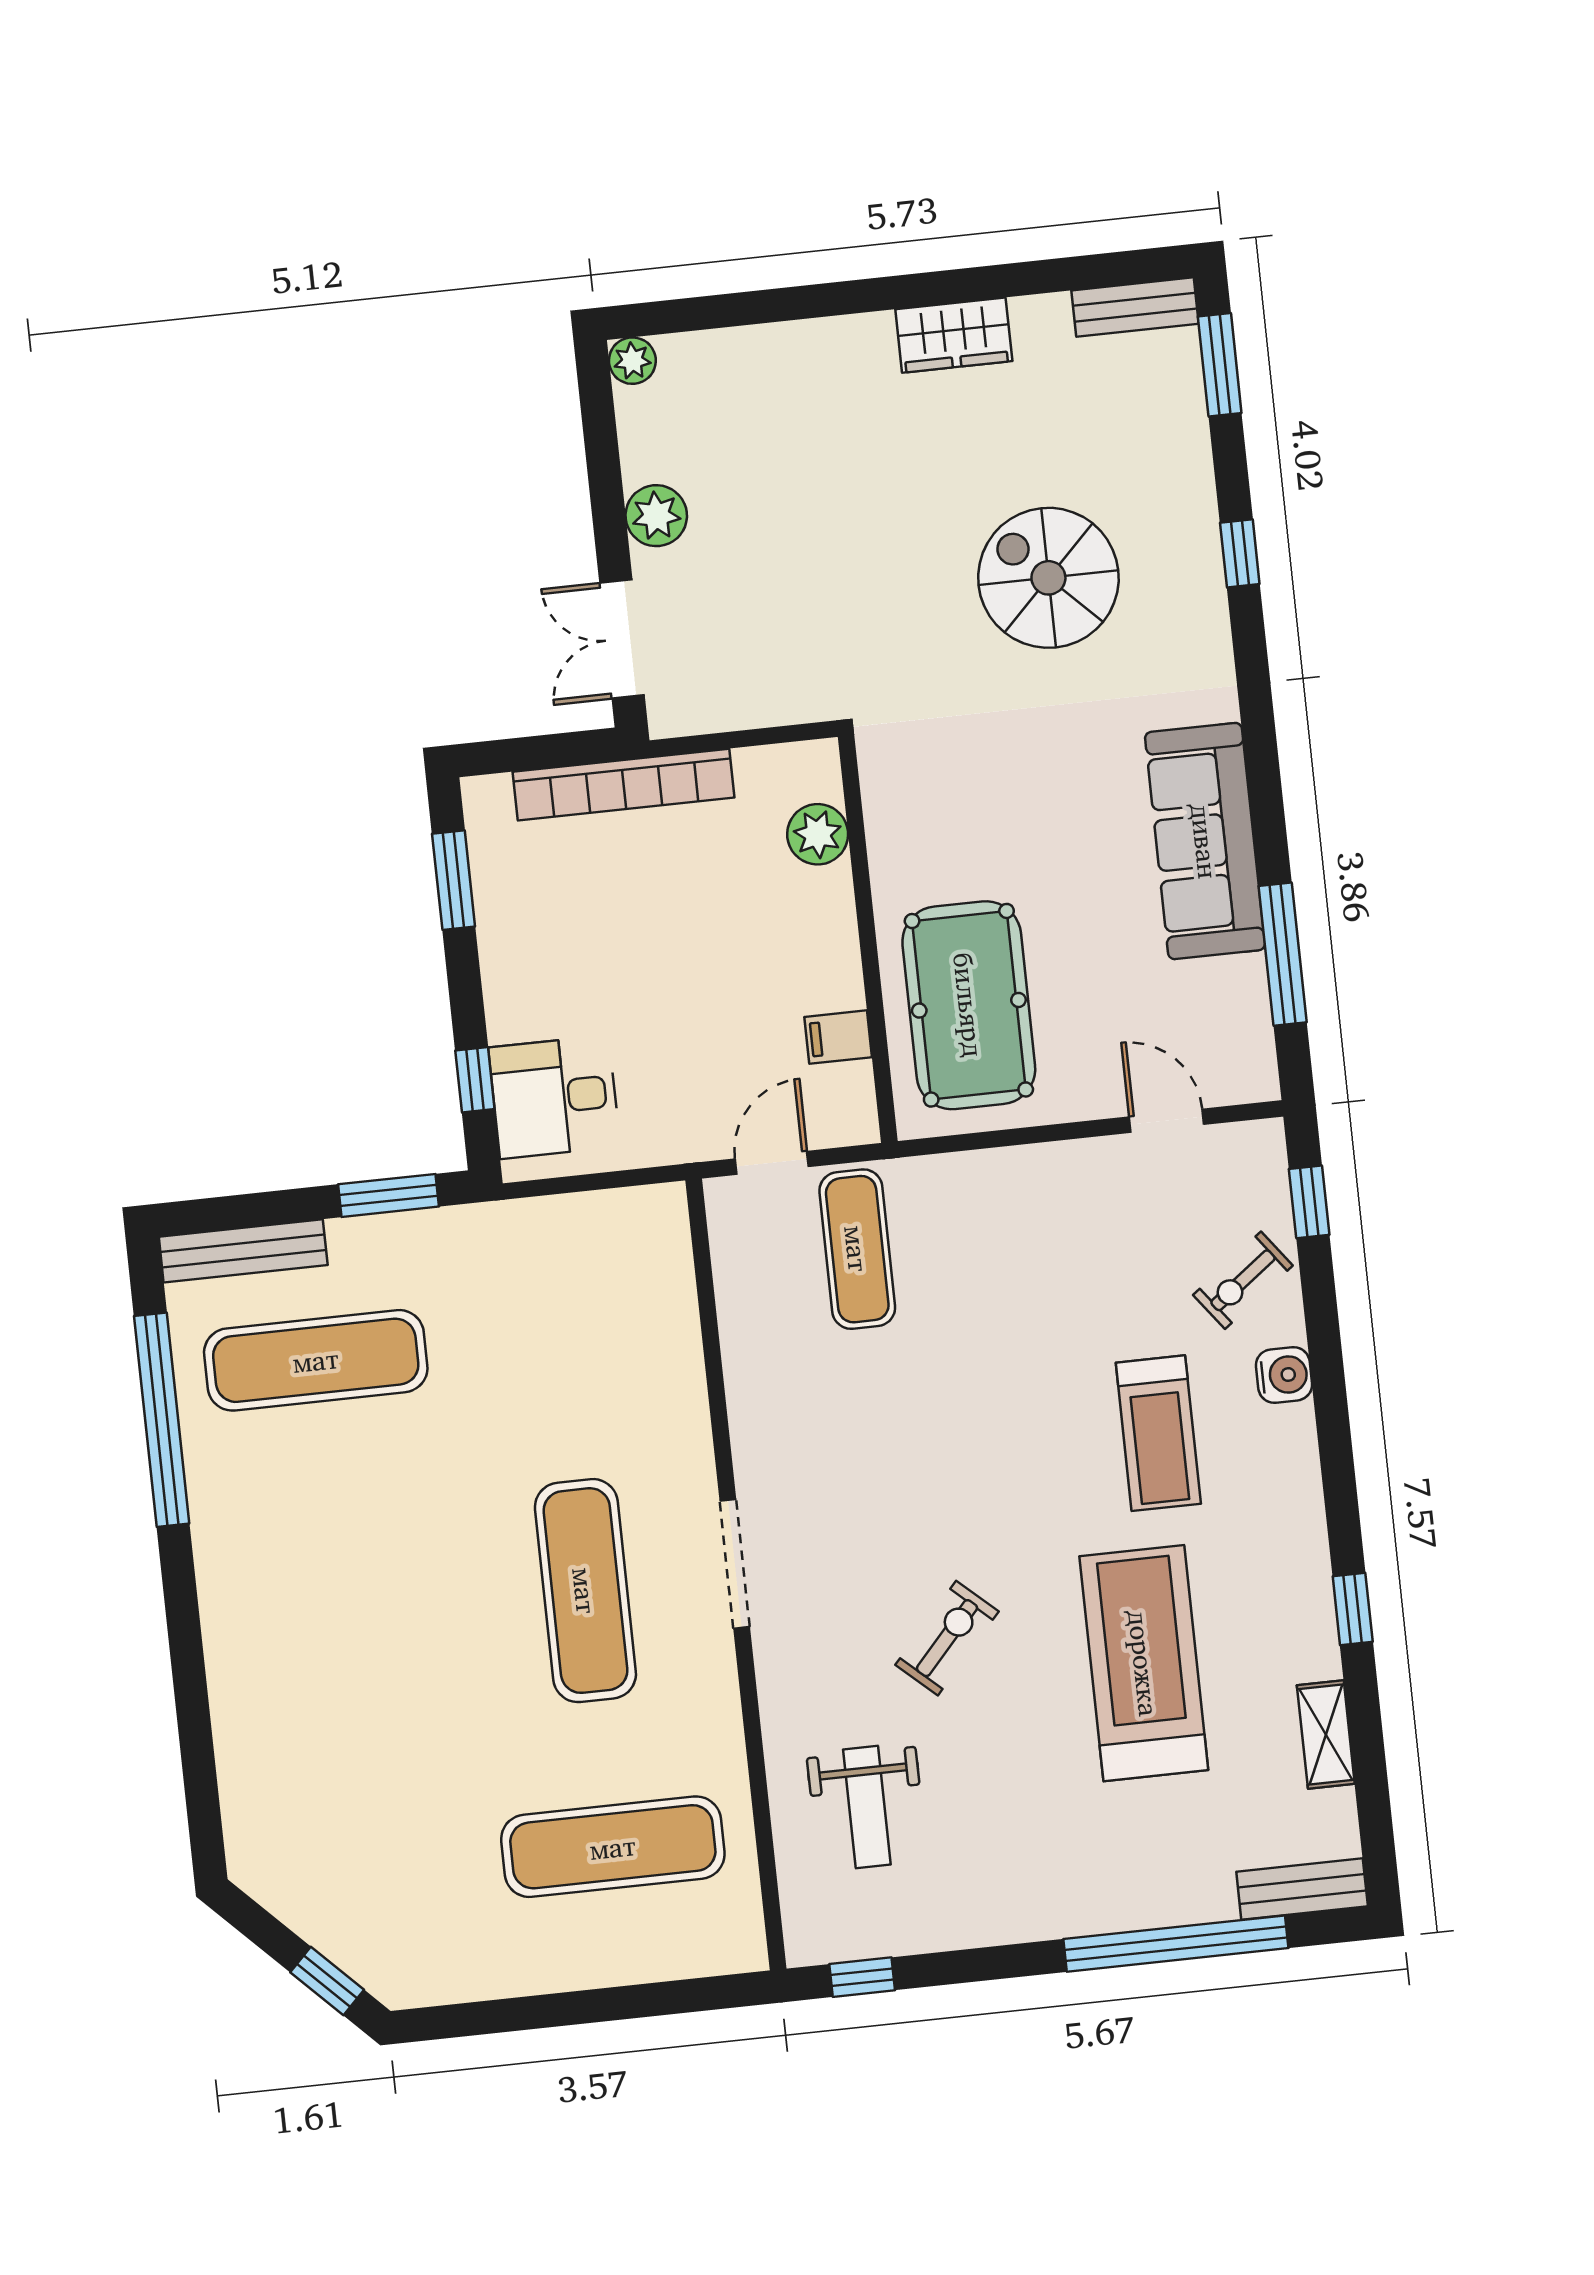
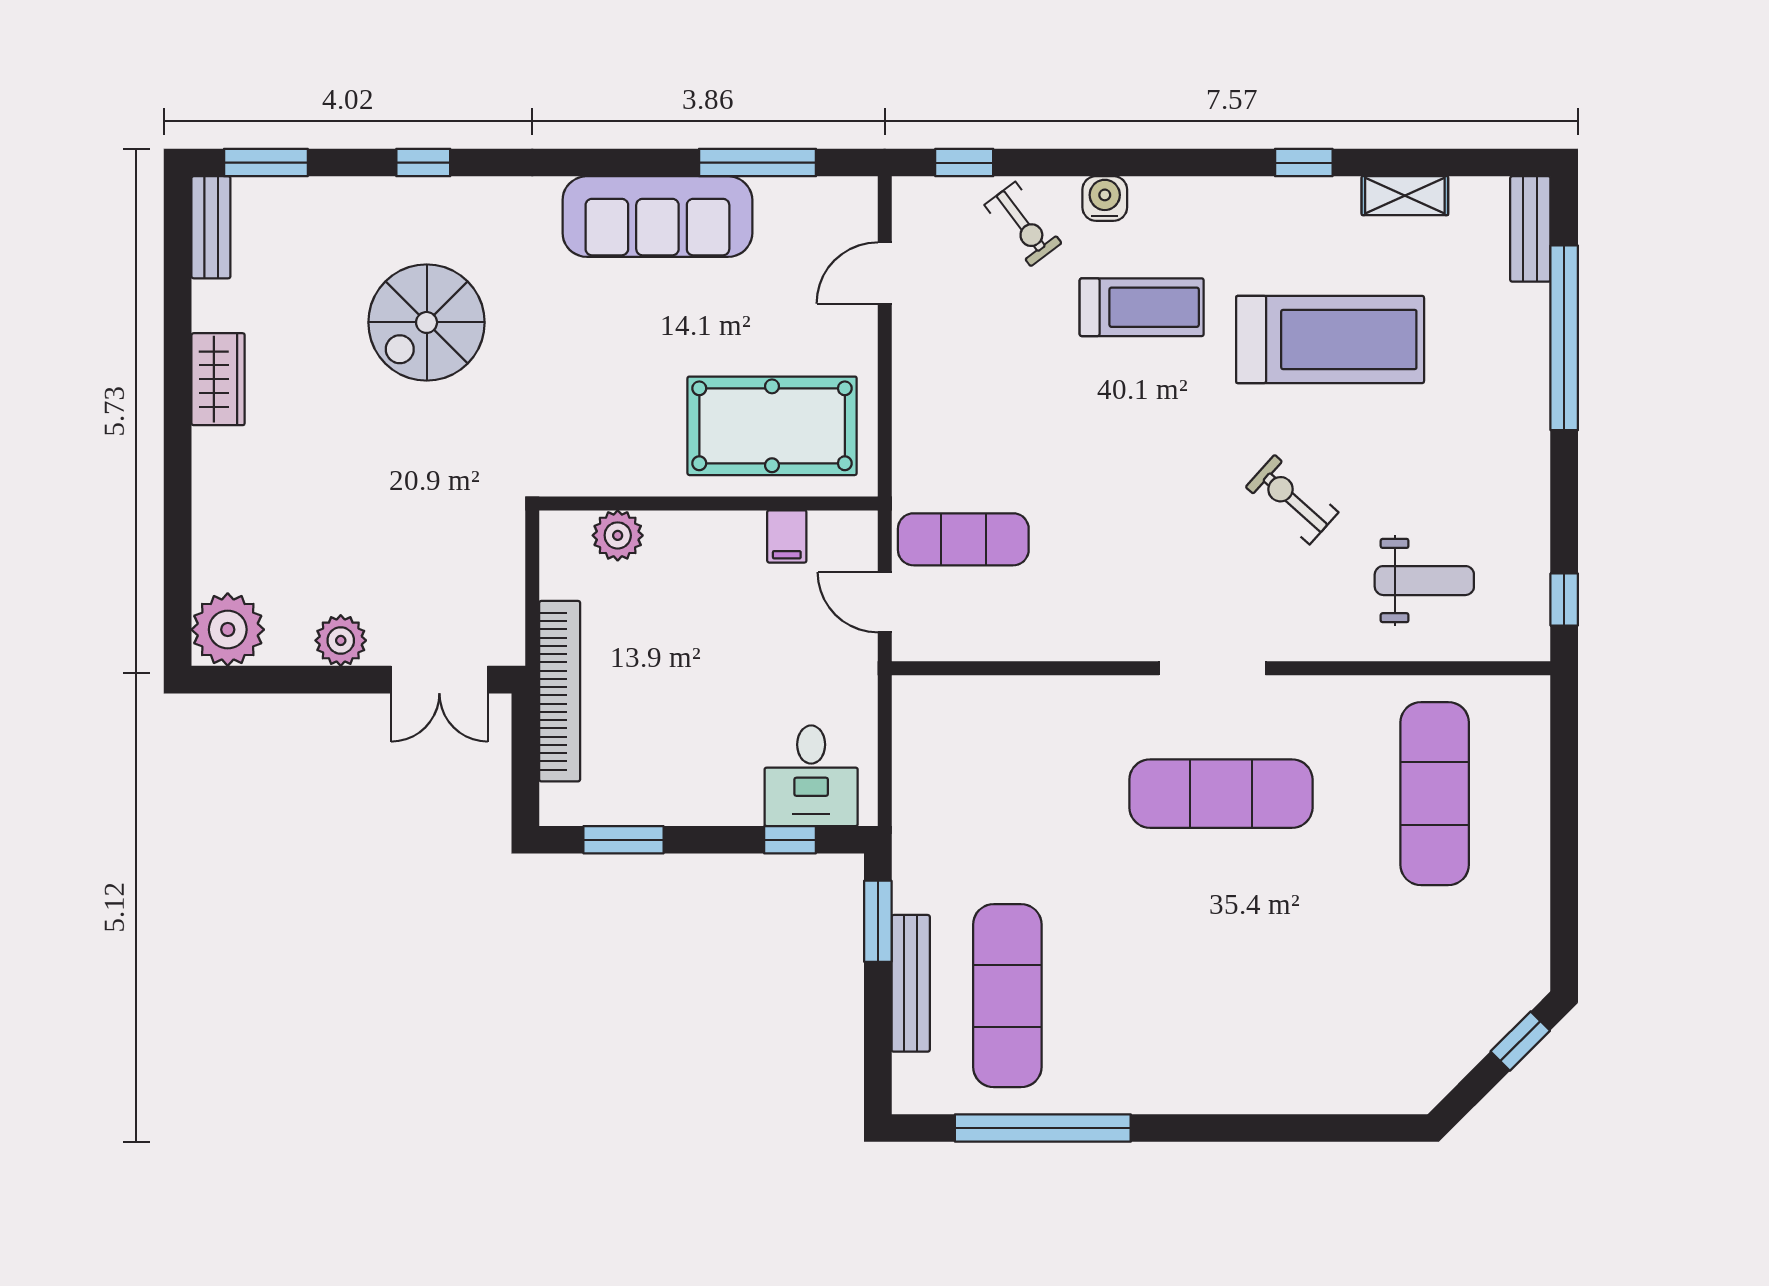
plant: (632, 361) -> (228, 630), width x1.88, depth x1.88
bench: (243, 1251) -> (911, 983), moved
treadmill: (1144, 1663) -> (1330, 339), turned 180

